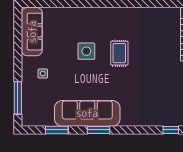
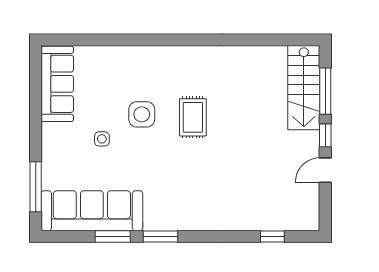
side table: (43, 74) -> (102, 139), moved
sofa: (87, 113) -> (92, 211), moved
window: (57, 130) -> (113, 236), moved

